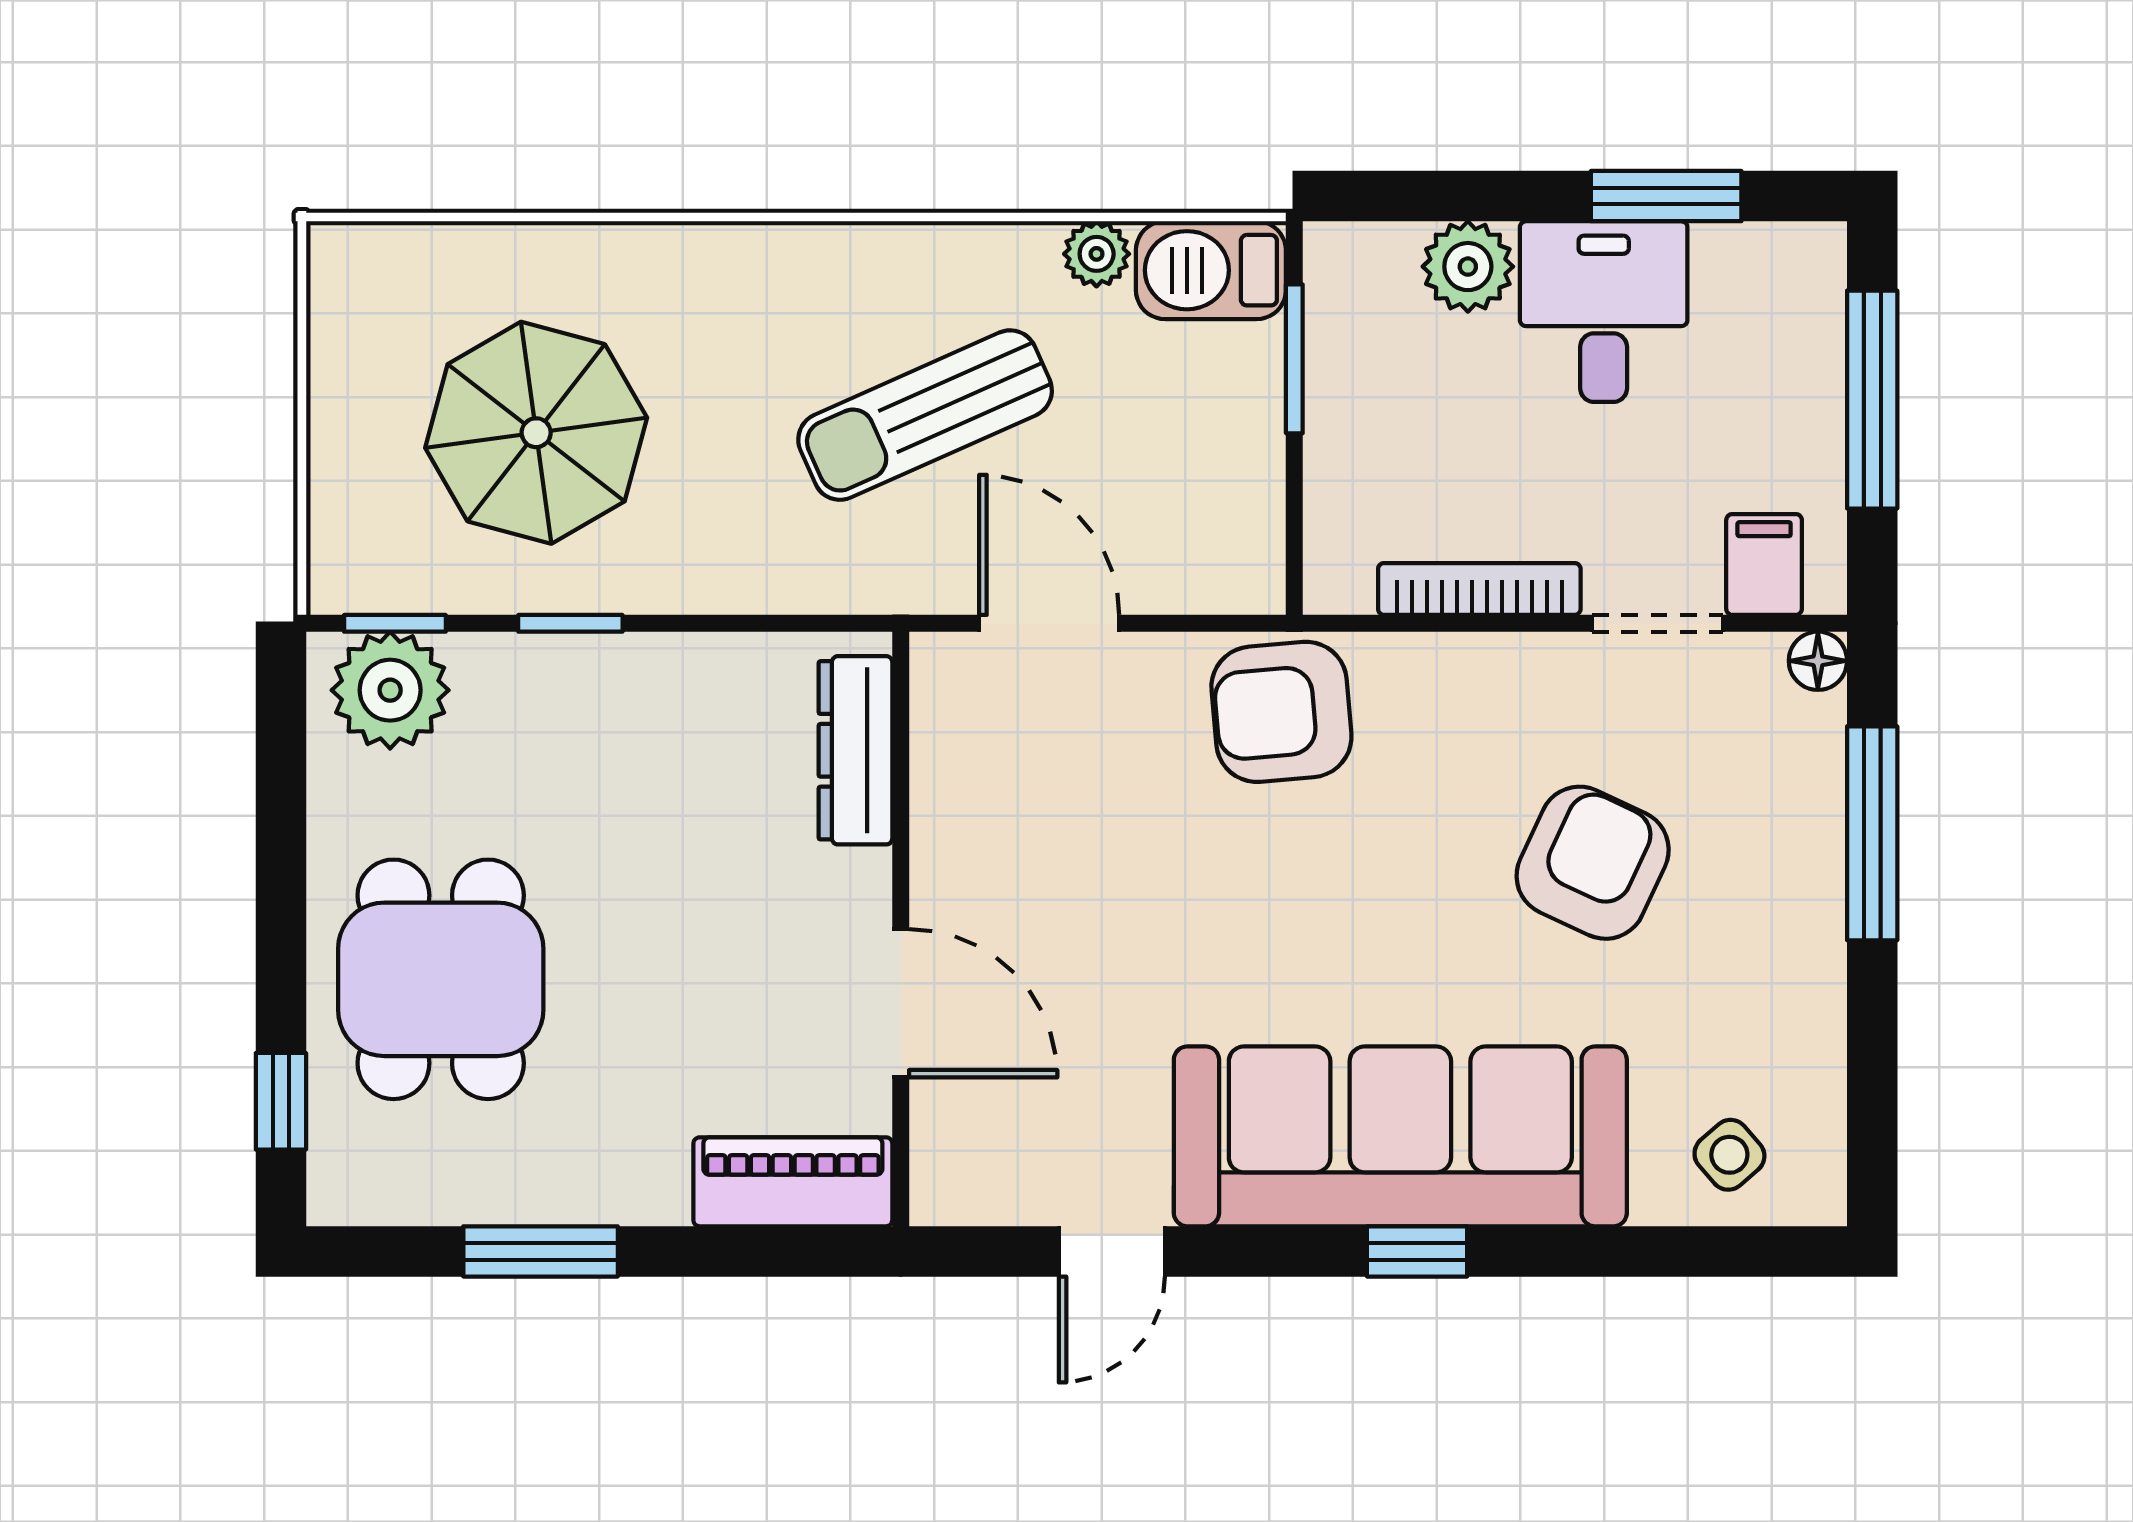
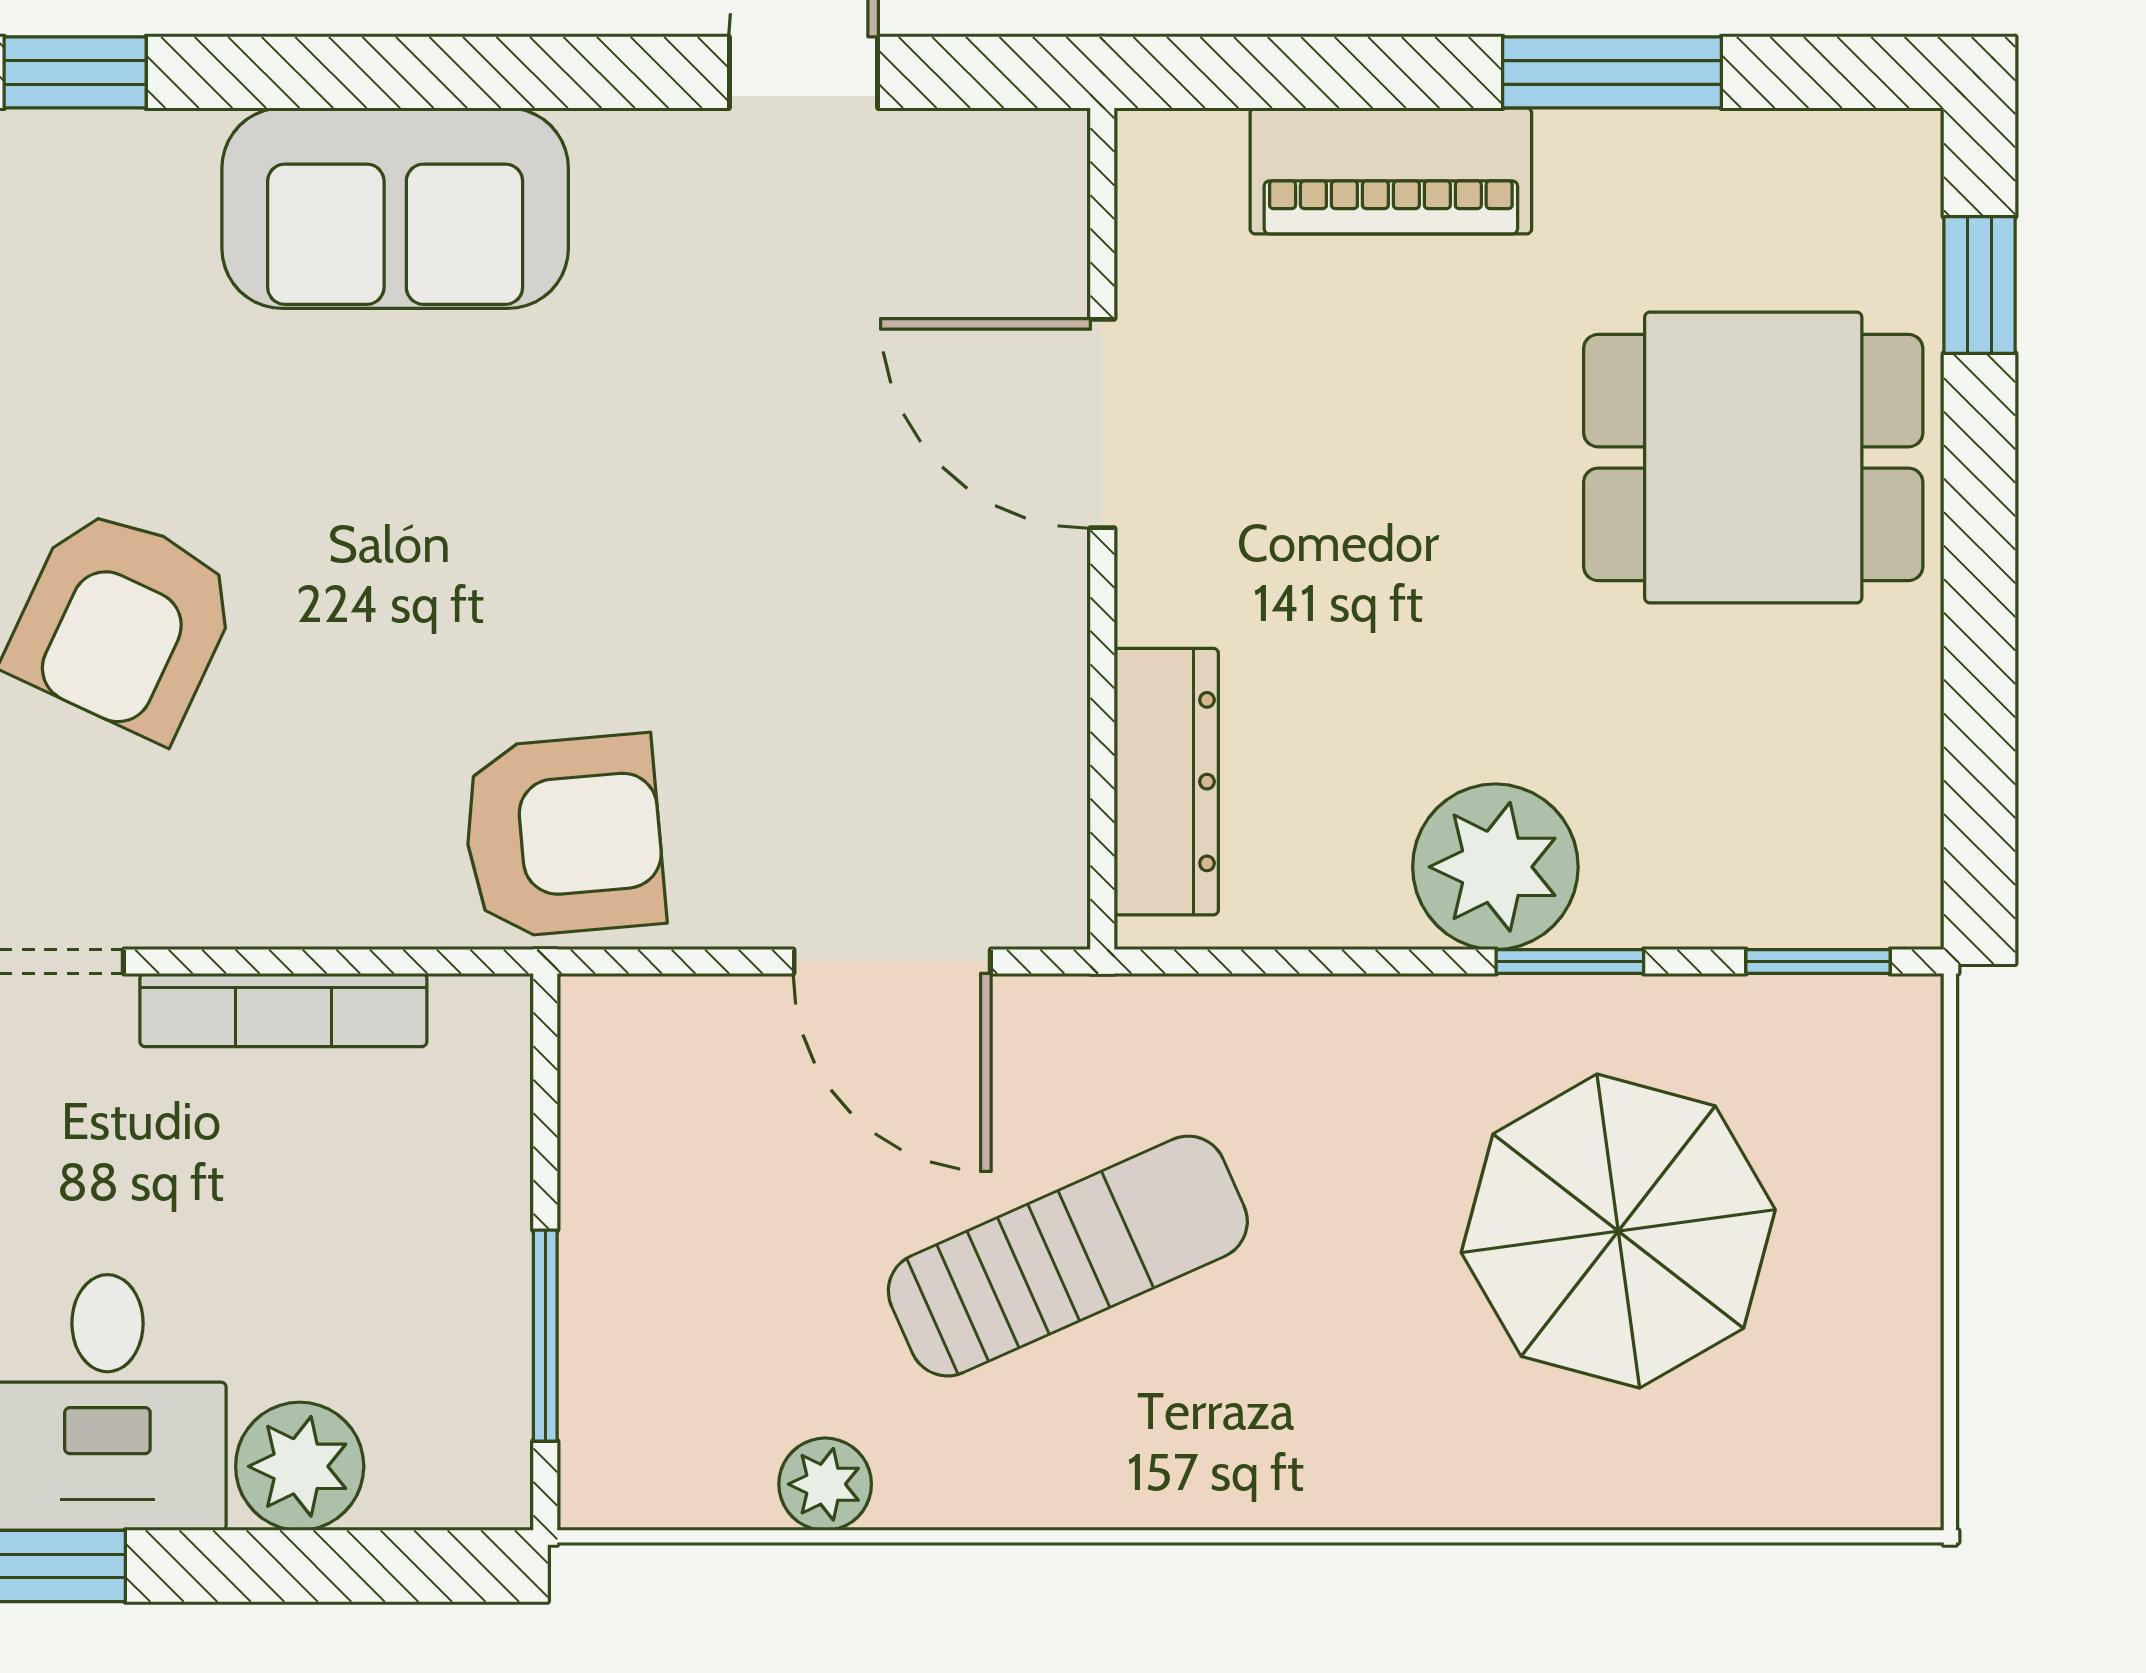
barbecue: (1211, 270) -> (663, 1461), removed
plant: (390, 690) -> (1495, 867), moved
dining table: (441, 979) -> (1753, 457), turned 90
sofa: (1400, 1136) -> (395, 208), width x0.54, depth x0.79
piano: (793, 1182) -> (1391, 171), moved
window: (1417, 1251) -> (75, 72), moved

